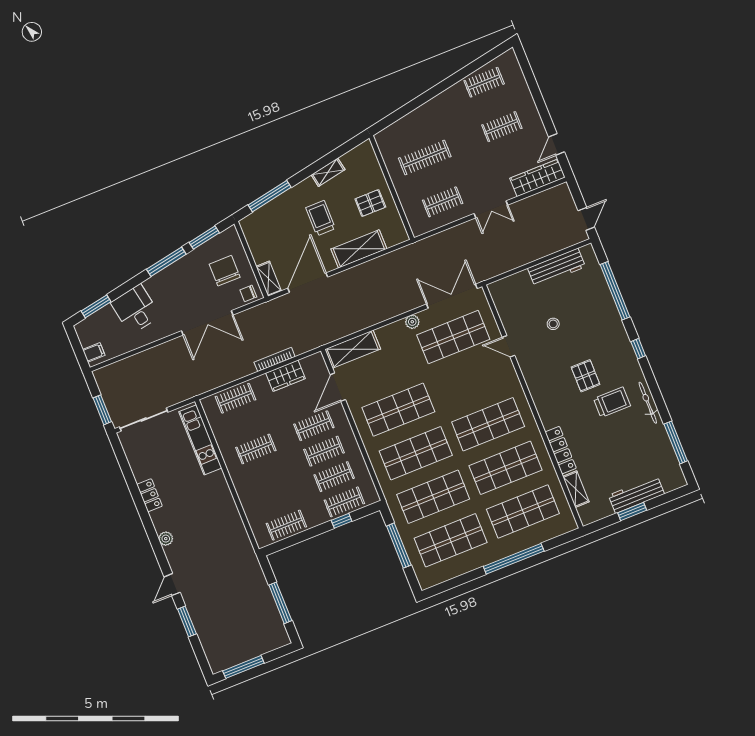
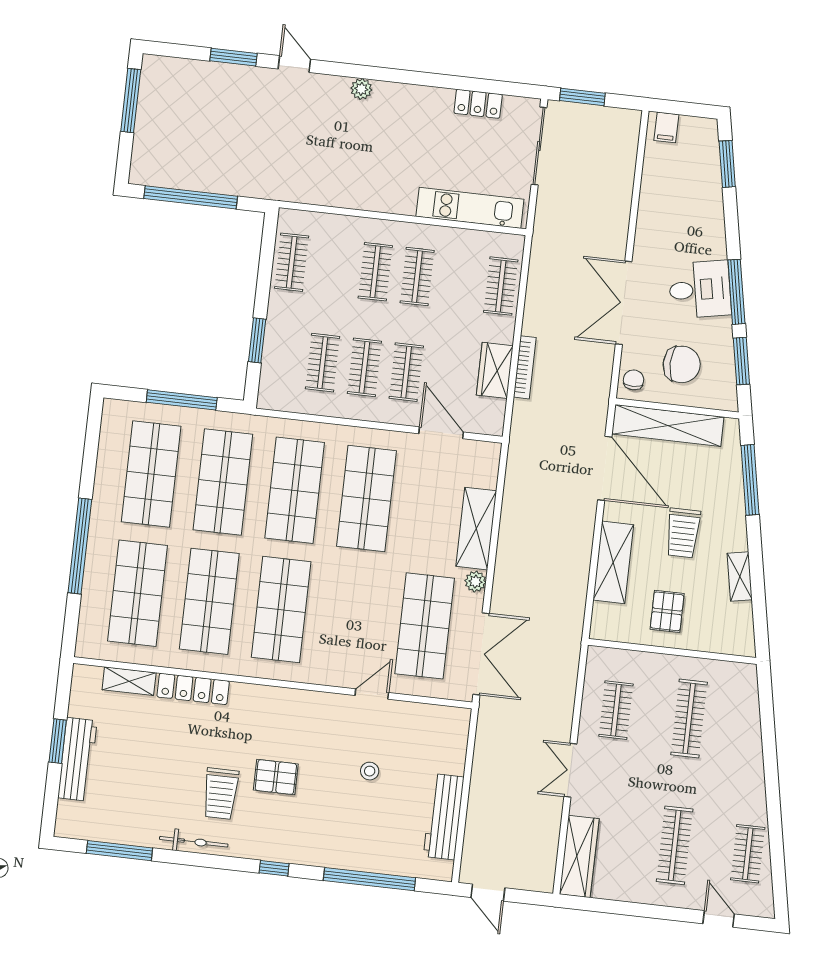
clothes rail: (502, 127) -> (675, 845), width x1.36
door: (557, 144) -> (719, 919), moved
trolley: (321, 218) -> (683, 533), turned 90
shelving: (269, 279) -> (668, 425), width x2.20, depth x1.33
desk: (135, 309) -> (700, 289), moved
shelving: (353, 349) -> (476, 529), moved
locker: (149, 495) -> (478, 104), moved
clothes rail: (344, 502) -> (375, 272), moved
window: (342, 521) -> (257, 340), width x1.50
window: (280, 603) -> (191, 197), width x1.46

